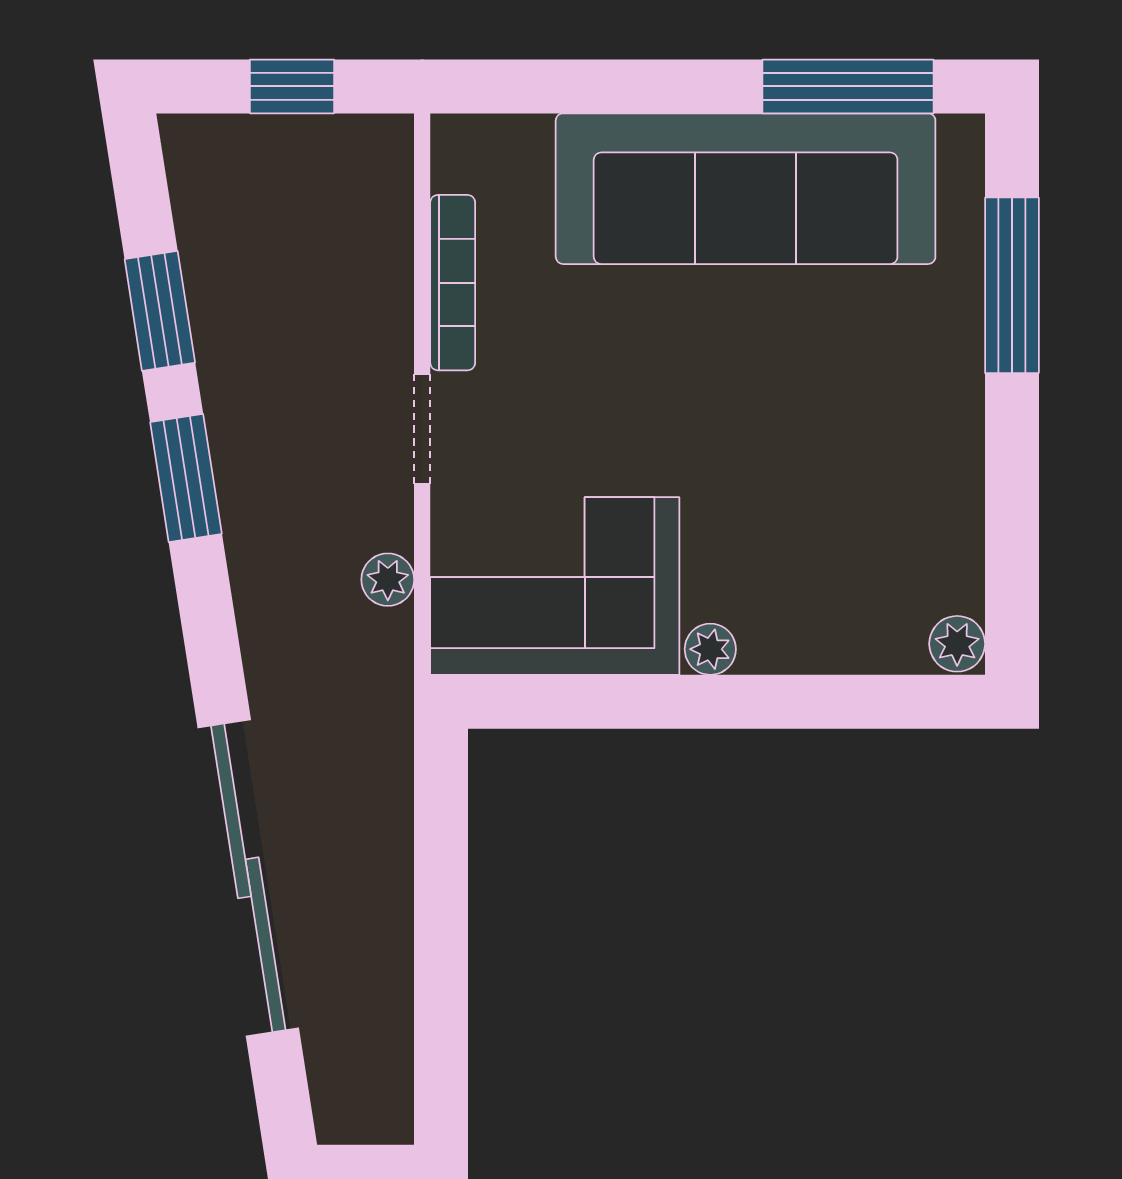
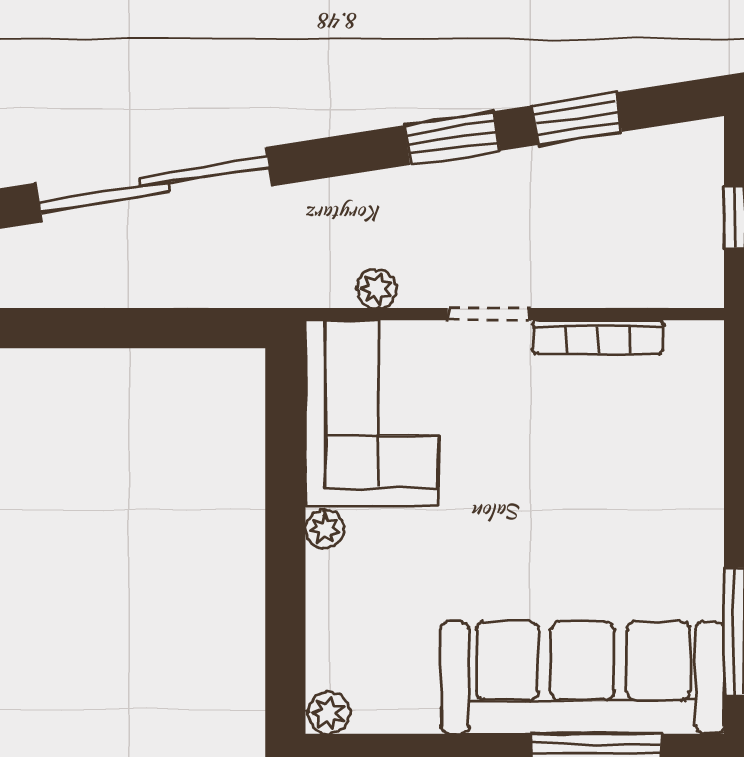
sofa: (746, 189) -> (583, 678), moved, turned 90

